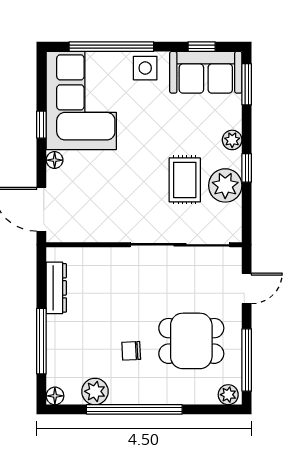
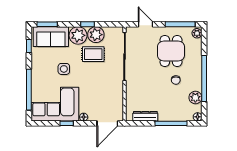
side table: (145, 68) -> (64, 69), moved
sofa: (206, 72) -> (51, 37), moved, turned 90
plant: (232, 140) -> (78, 35), width x1.87, depth x1.87

